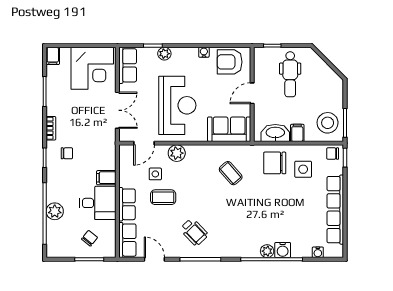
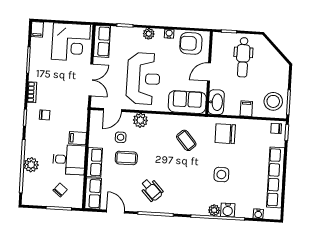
plant: (164, 54) -> (149, 34), moved
washbasin: (275, 133) -> (216, 102), moved, turned 90
side table: (303, 169) -> (221, 175), moved

